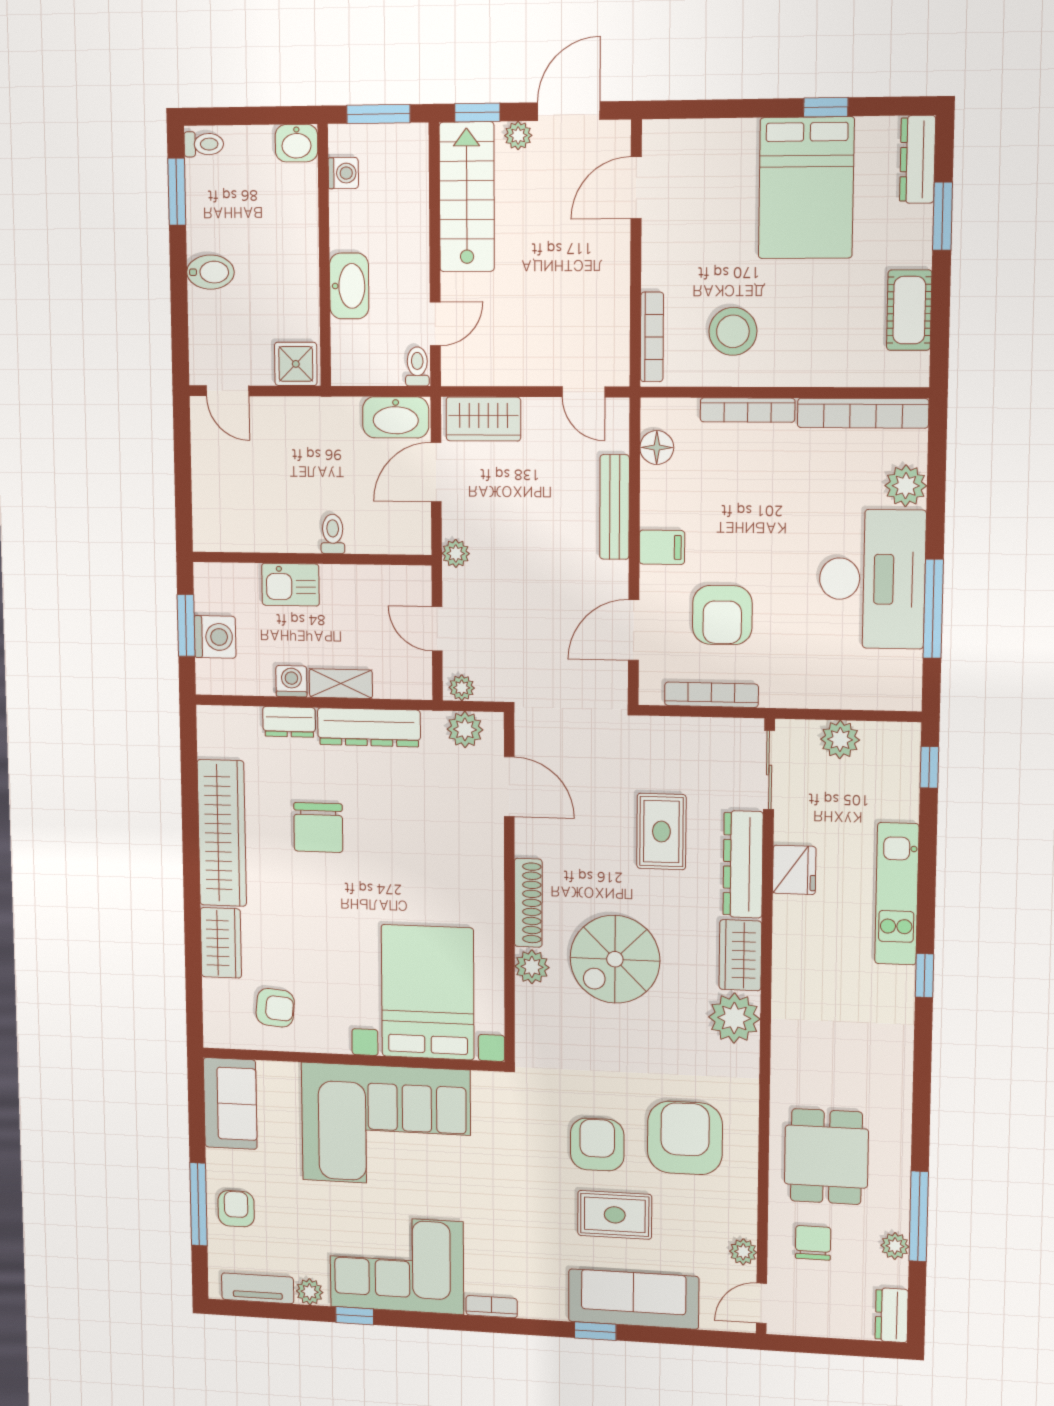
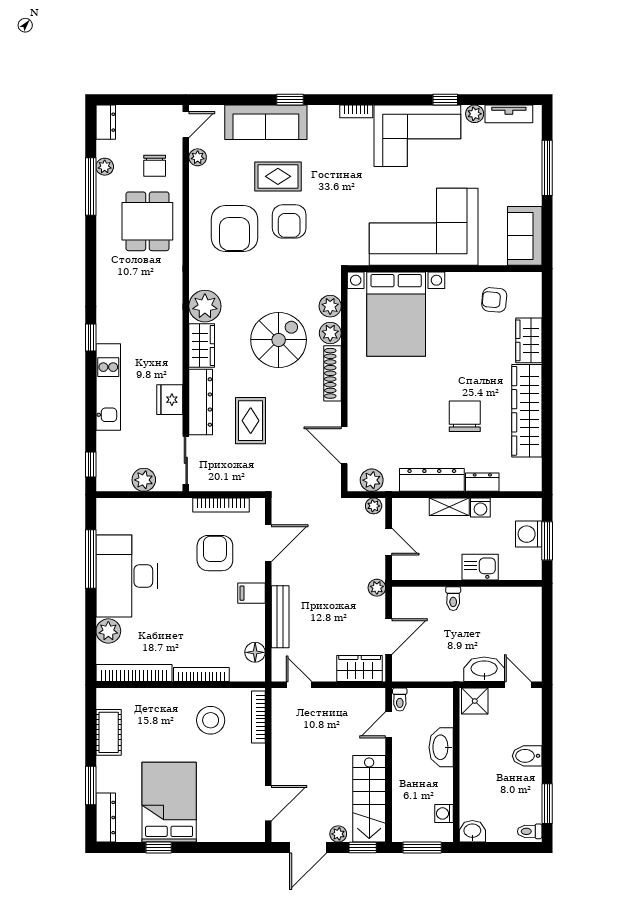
washbasin: (396, 417) -> (484, 669), moved
plant: (532, 1009) -> (330, 306), added
armchair: (236, 1209) -> (522, 166), removed

